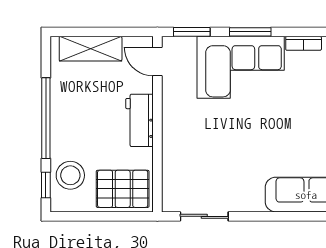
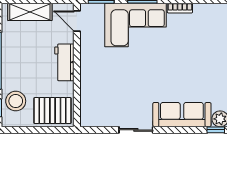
sliding door: (204, 216) -> (136, 130), moved

